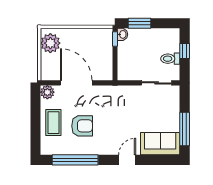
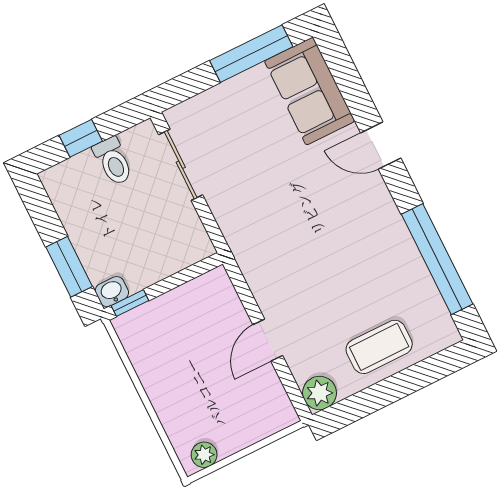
plant: (50, 43) -> (204, 455), width x0.53, depth x0.53
door: (76, 83) -> (268, 340), width x0.53
armchair: (82, 126) -> (355, 281), removed

